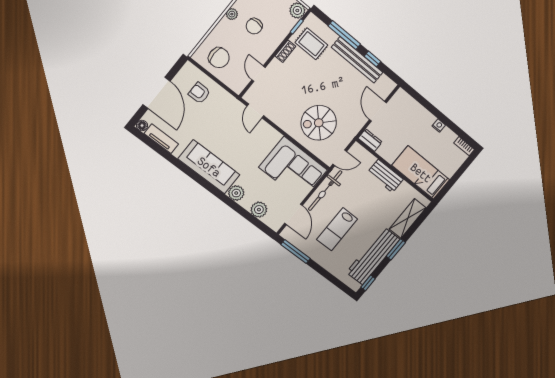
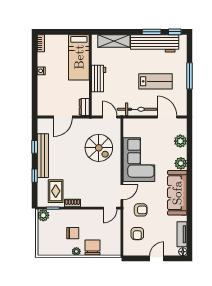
window: (344, 35) -> (35, 176), width x0.46
chair: (219, 58) -> (93, 247), moved
door: (258, 74) -> (110, 208), moved
door: (156, 93) -> (157, 258), width x0.53
armchair: (221, 116) -> (141, 210), added
corner sofa: (293, 169) -> (139, 160), moved
door: (294, 214) -> (167, 117), hinge flipped
window: (396, 249) -> (152, 32), moved
window: (296, 251) -> (190, 76), moved

